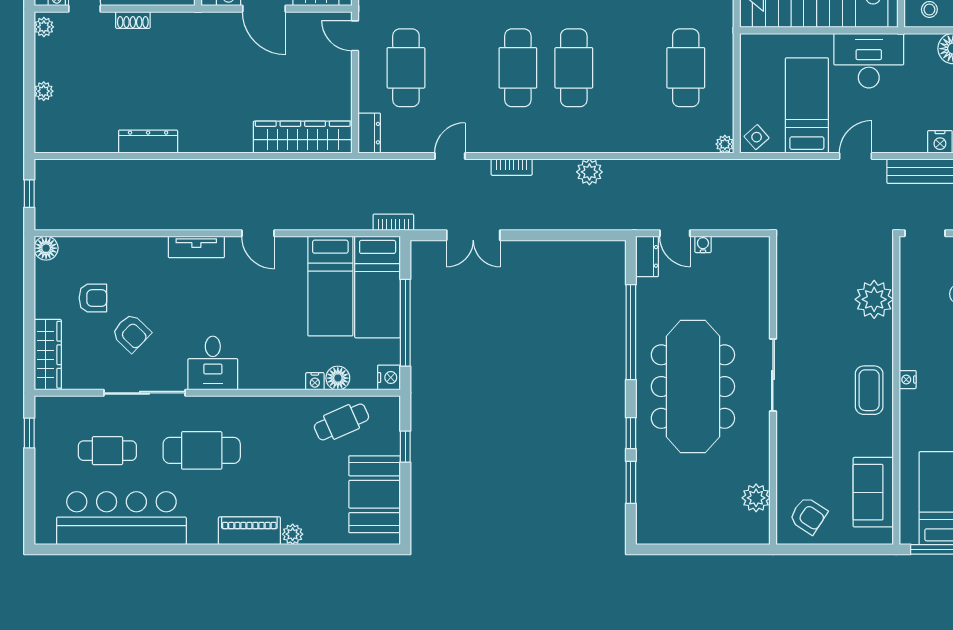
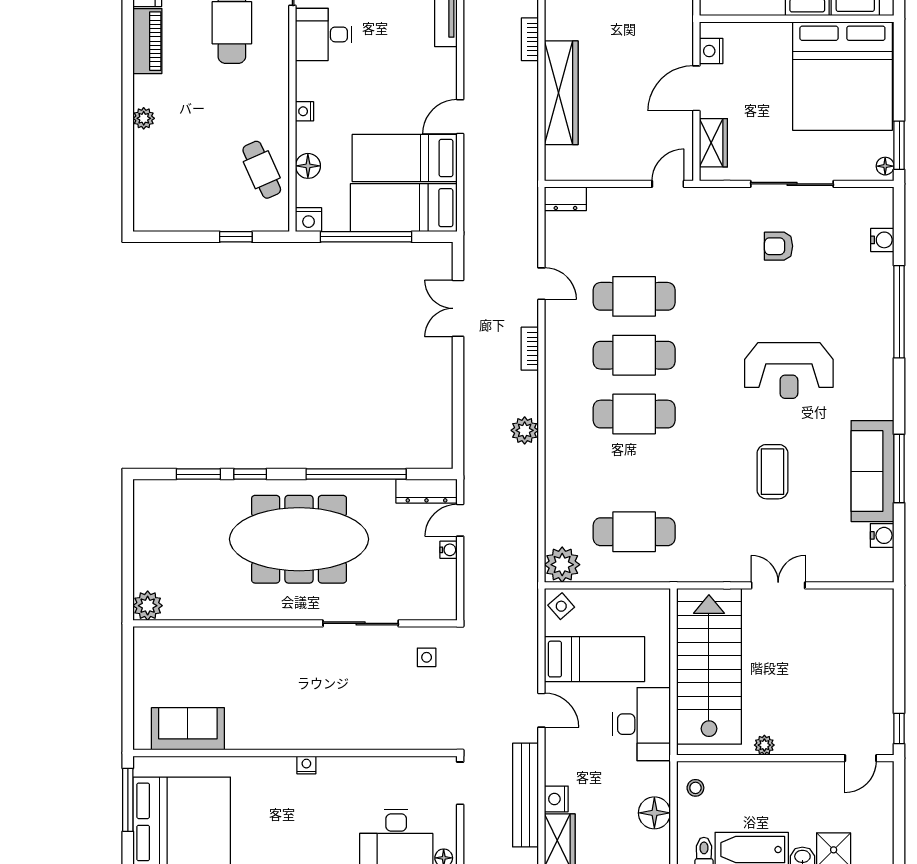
cafe table: (406, 68) -> (634, 296), moved
wardrobe: (303, 137) -> (561, 93), moved
plant: (725, 144) -> (562, 565), width x1.87, depth x1.87
bookcase: (393, 222) -> (530, 39), moved, turned 180
door: (258, 233) -> (460, 117), moved
dresser: (647, 256) -> (426, 491), width x1.44
side table: (805, 265) -> (427, 657), added
plant: (874, 299) -> (391, 730), removed
sliding door: (773, 375) -> (361, 623), moved
nightstand: (315, 381) -> (305, 111), moved
coffee table: (869, 390) -> (295, 724), removed
booth: (375, 494) -> (186, 205), removed
plant: (756, 498) -> (148, 606), moved
armchair: (808, 516) -> (163, 661), removed
piano: (249, 531) -> (147, 41), moved

